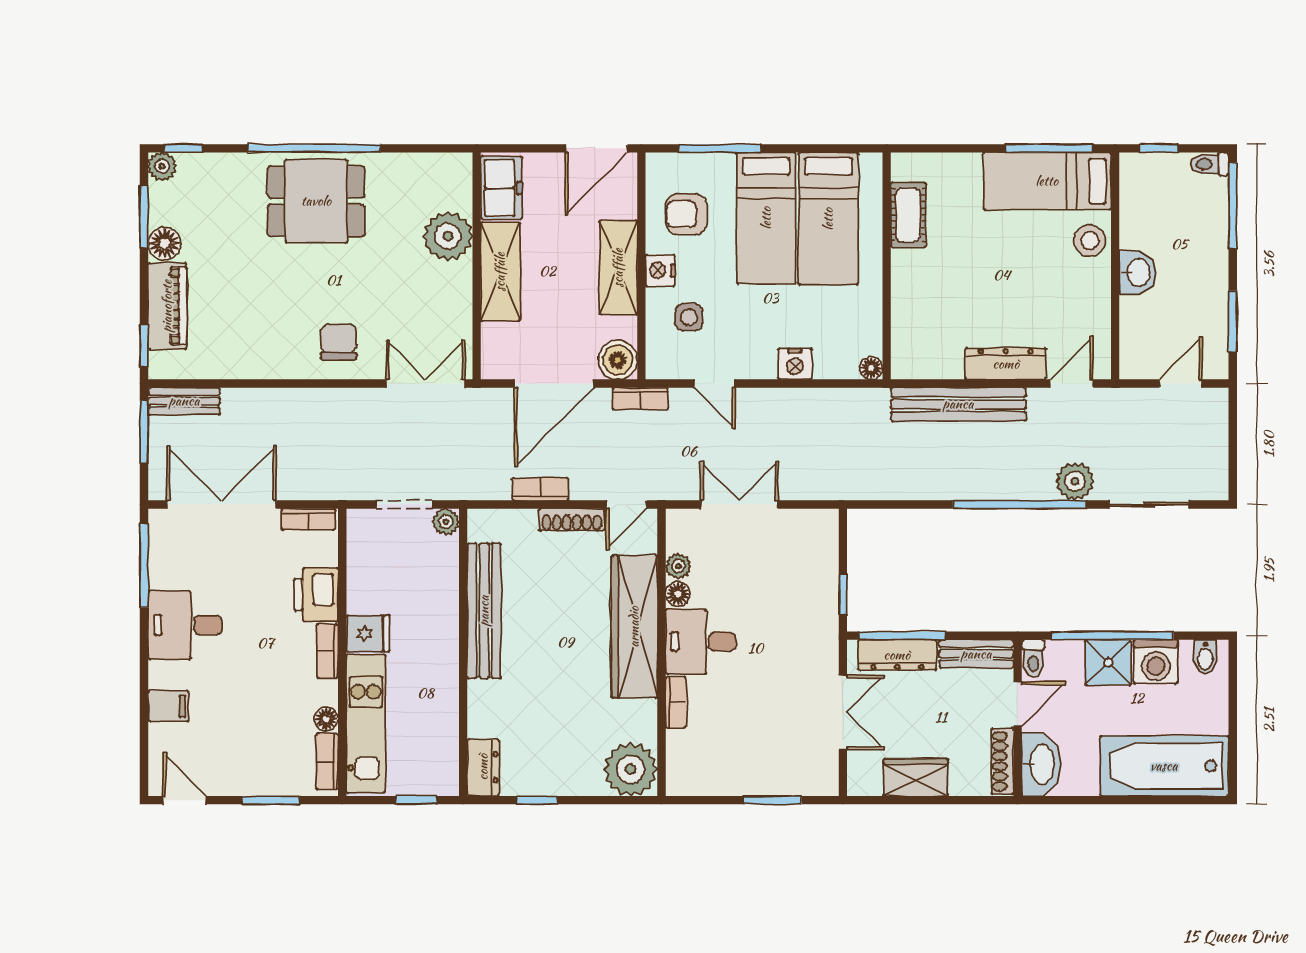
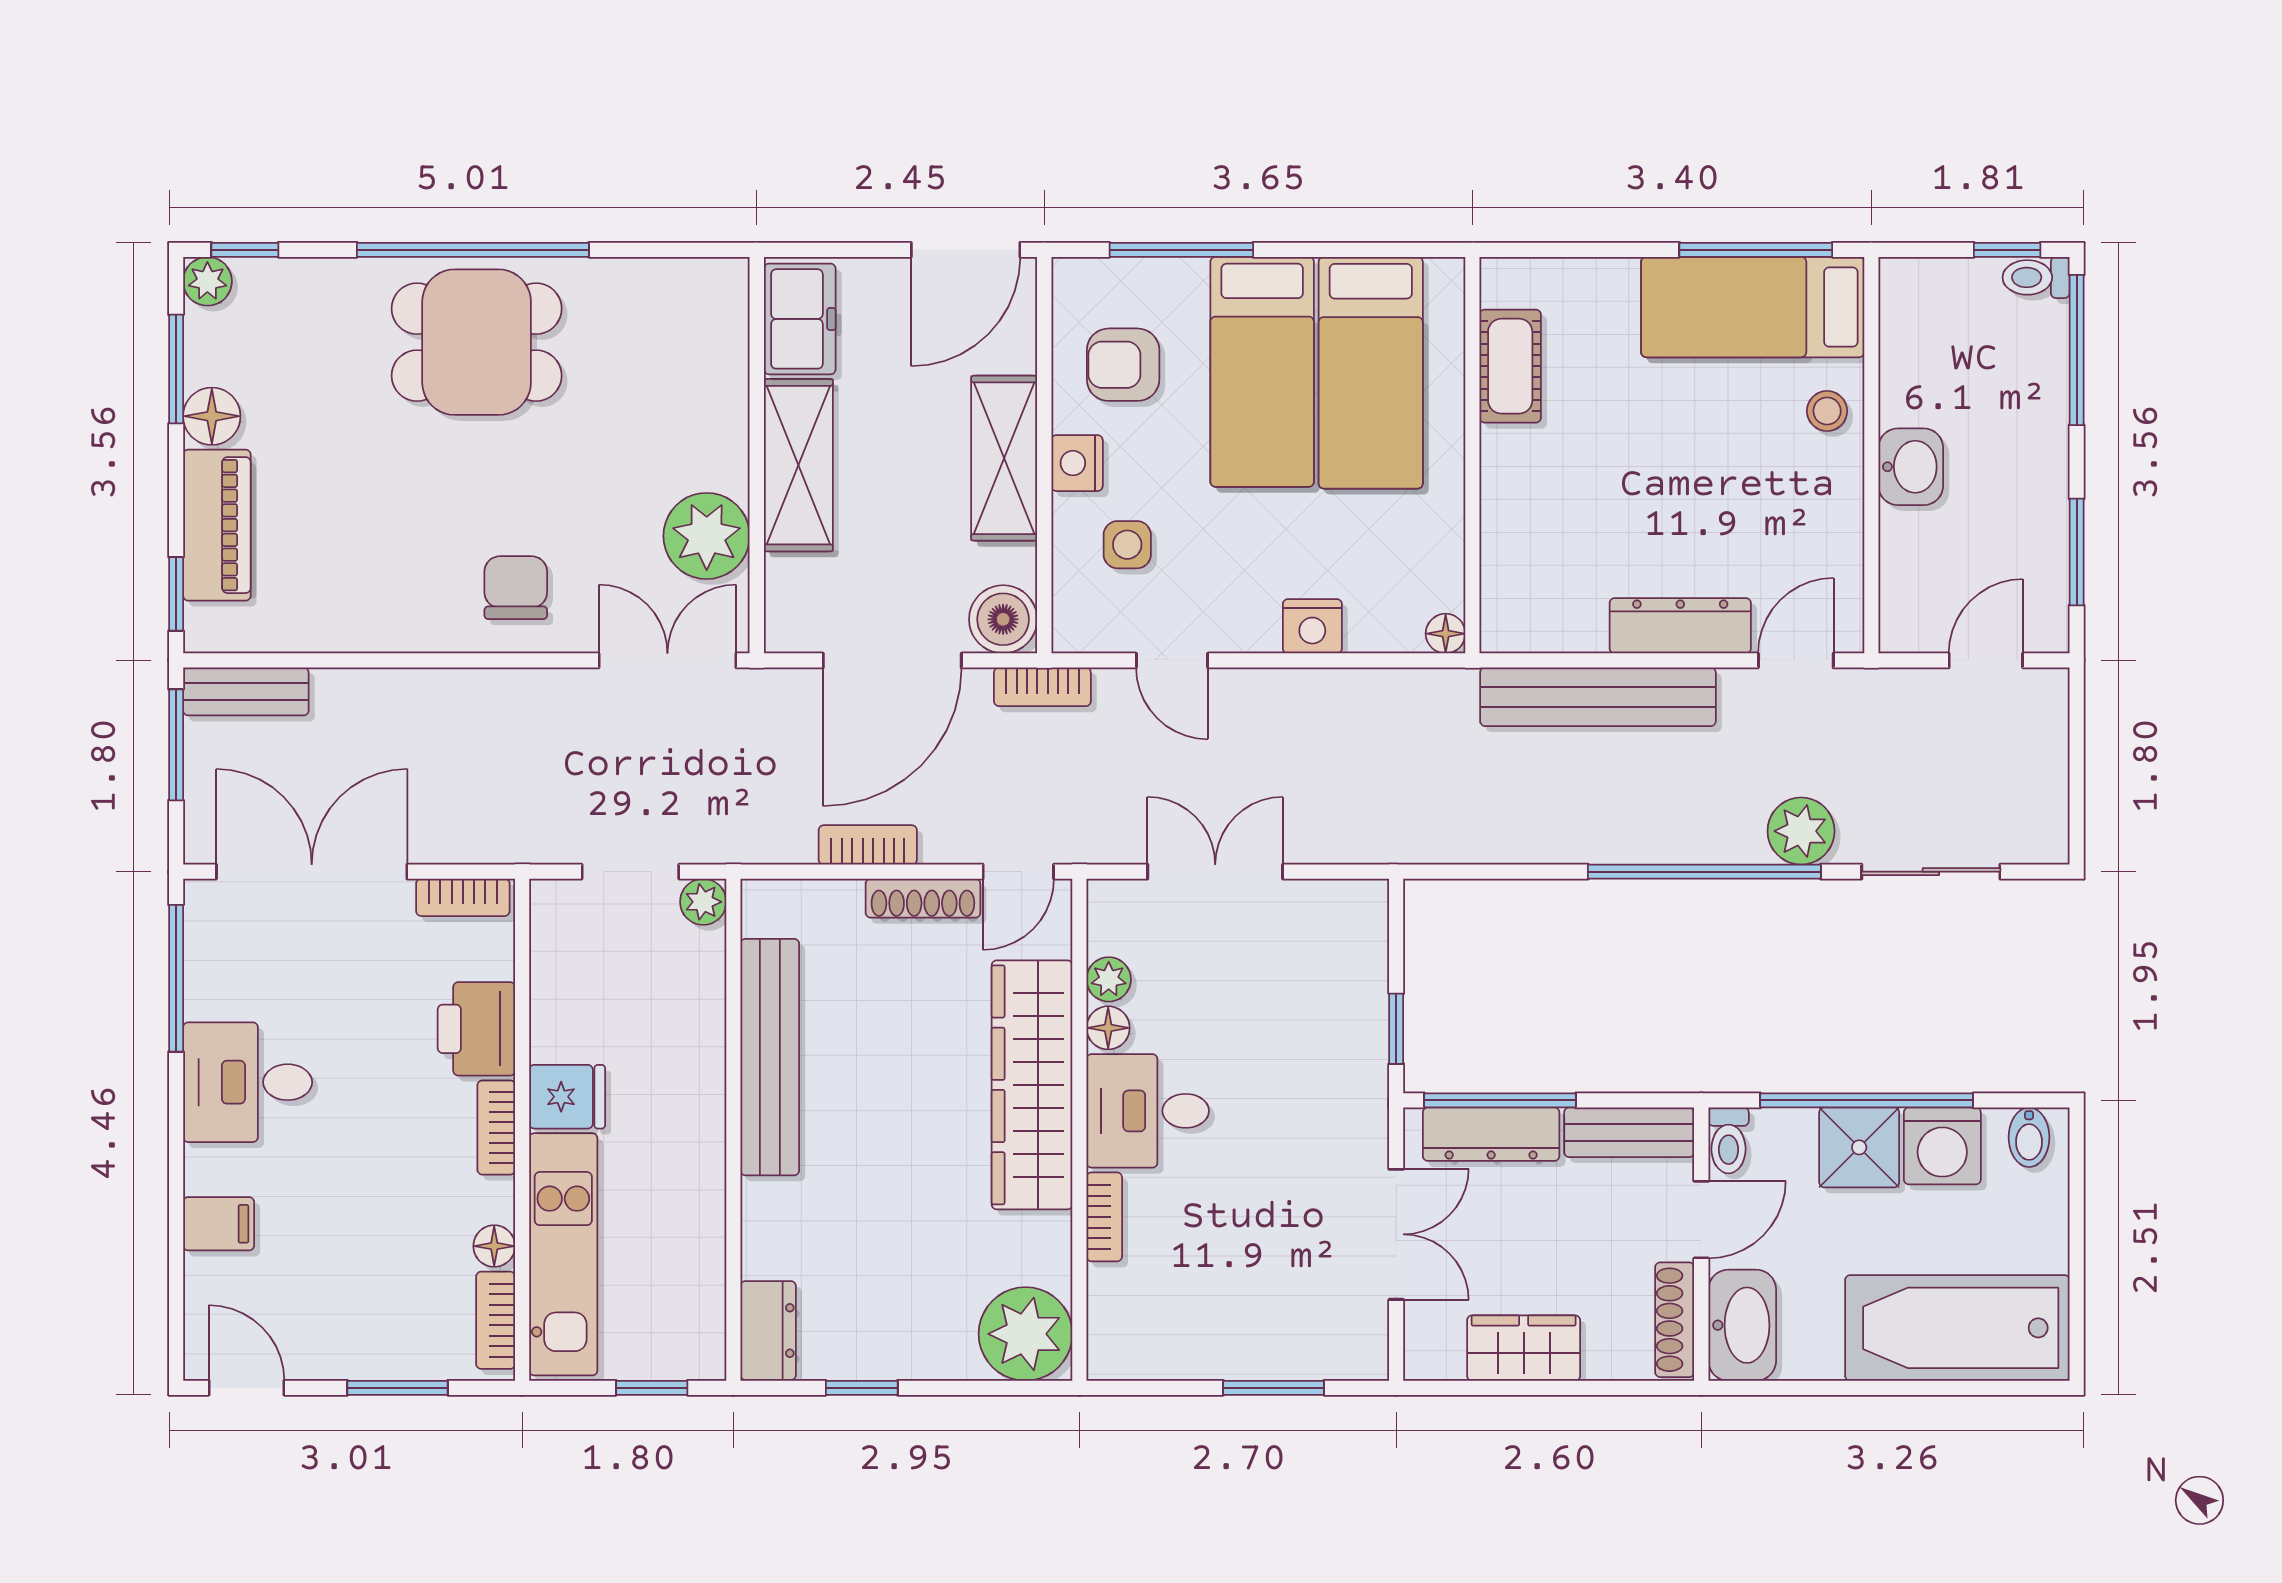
window: (1159, 148) -> (2007, 250), moved
plant: (448, 236) -> (707, 536), moved
stool: (1090, 241) -> (1827, 411), width x0.73, depth x0.73

